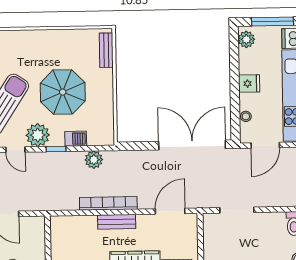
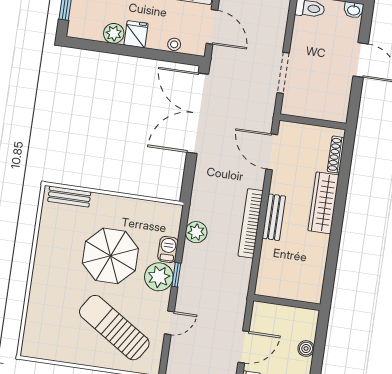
plant: (246, 39) -> (114, 33), moved
plant: (38, 135) -> (159, 277), moved

